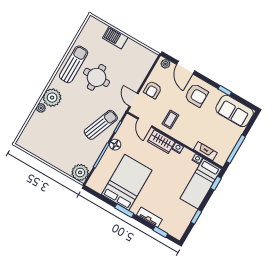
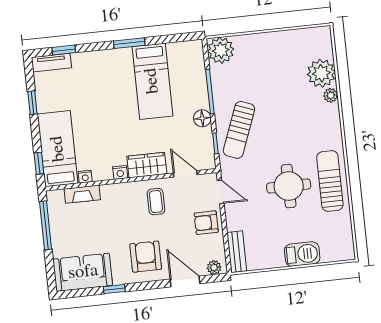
bench: (148, 63) -> (237, 252), added
sun lounger: (74, 64) -> (330, 181), turned 180
armchair: (153, 90) -> (206, 223), turned -90
armchair: (196, 95) -> (146, 257), turned 90
plant: (52, 98) -> (321, 73), moved
bed: (127, 182) -> (152, 81), width x0.67
tv unit: (149, 217) -> (51, 63), moved

